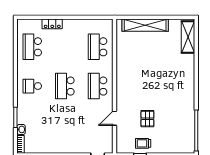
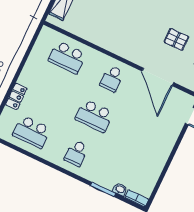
school desk: (98, 86) -> (112, 79), width x0.54
door: (114, 118) -> (158, 77), width x1.87

